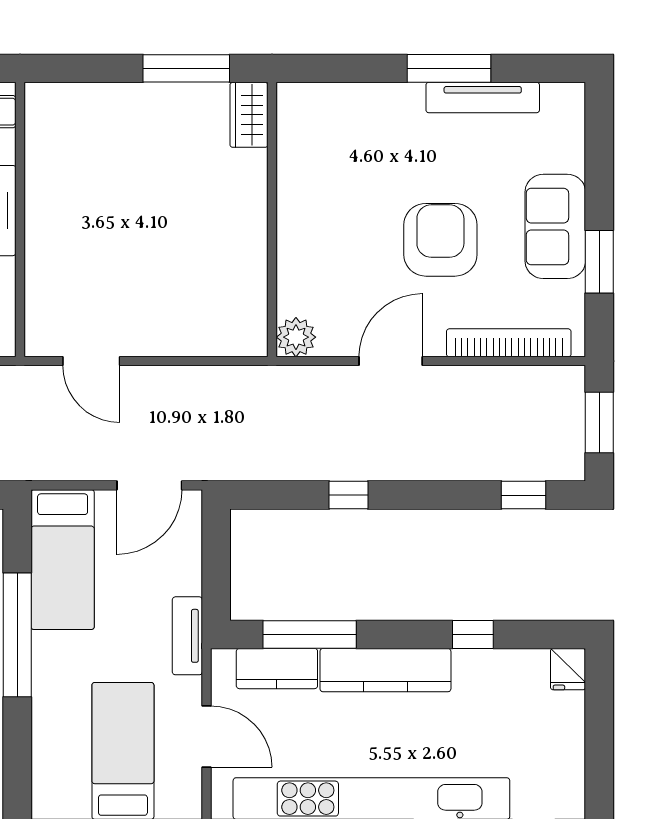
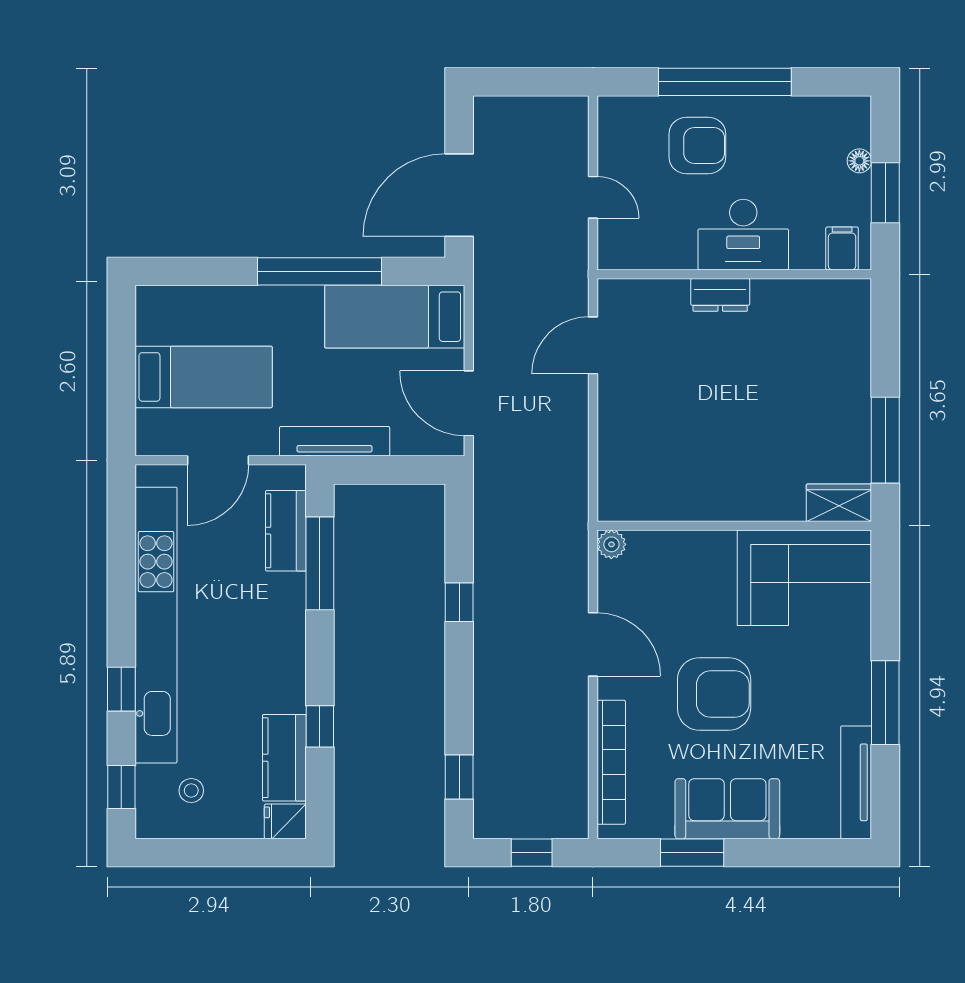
tv unit: (483, 97) -> (856, 782), moved
corner sofa: (324, 149) -> (804, 578), added
dresser: (41, 234) -> (720, 295), added
plant: (296, 337) -> (611, 544), width x0.73, depth x0.73
window: (599, 423) -> (532, 853), width x0.67
tv unit: (187, 636) -> (335, 441), width x1.41
kitchen counter: (385, 670) -> (284, 758), moved, width x0.67
stool: (537, 763) -> (191, 791), added

